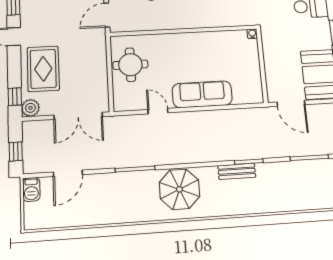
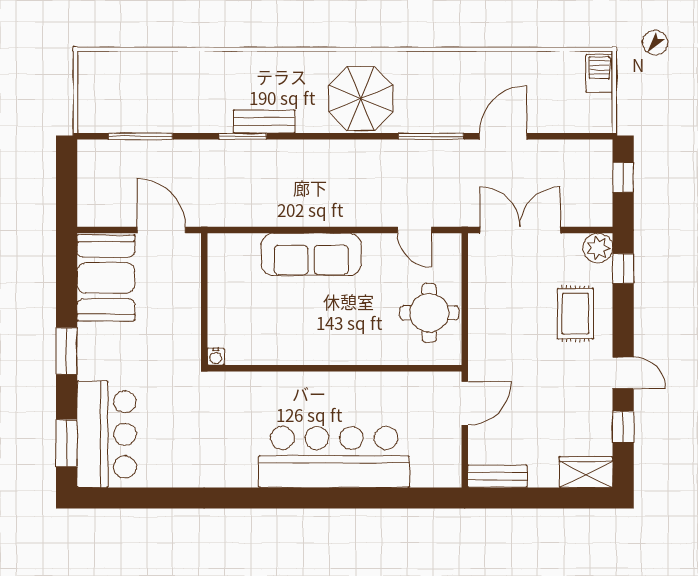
rug: (43, 69) -> (575, 314), width x0.73, depth x0.70
door: (158, 111) -> (414, 230), moved
door: (68, 173) -> (503, 136), moved
barbecue: (31, 189) -> (599, 73), moved

